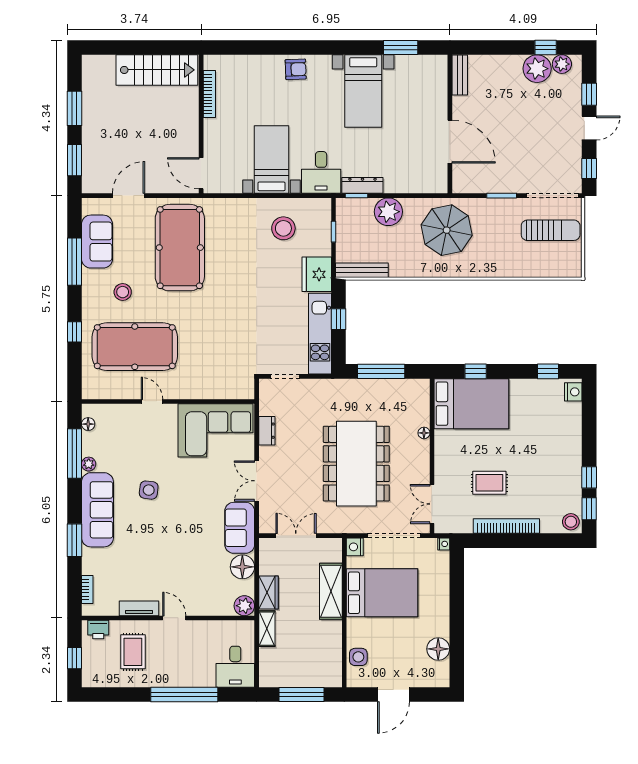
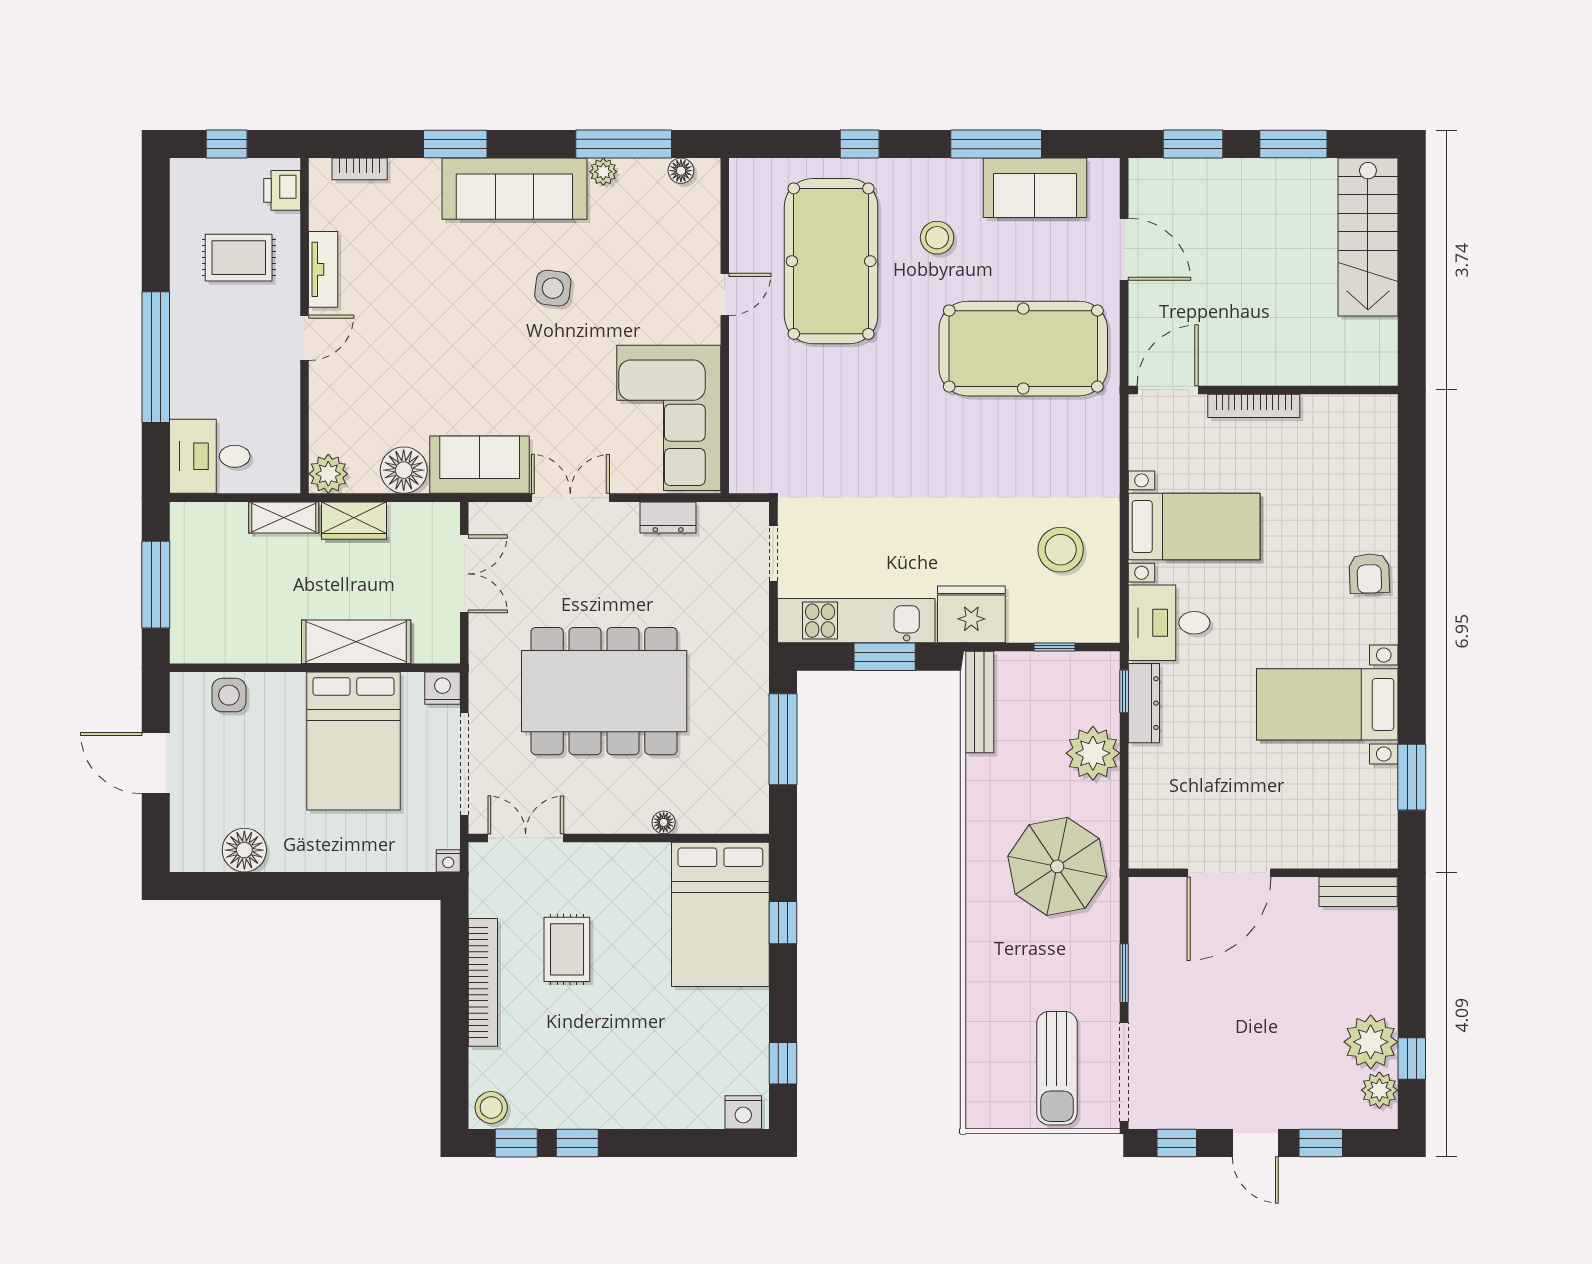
stairs: (157, 70) -> (1368, 237), moved
bookcase: (209, 94) -> (1254, 406), moved
window: (339, 319) -> (885, 657), width x1.50

